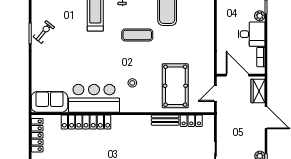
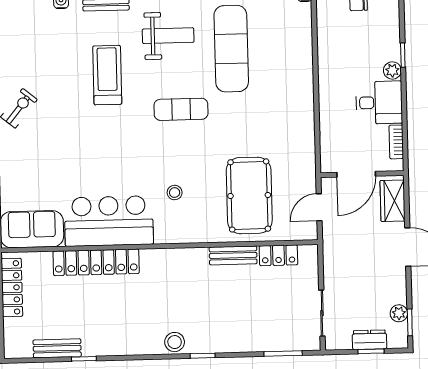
door: (237, 75) -> (356, 174), swing flipped

